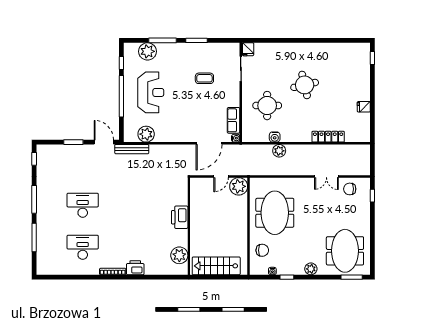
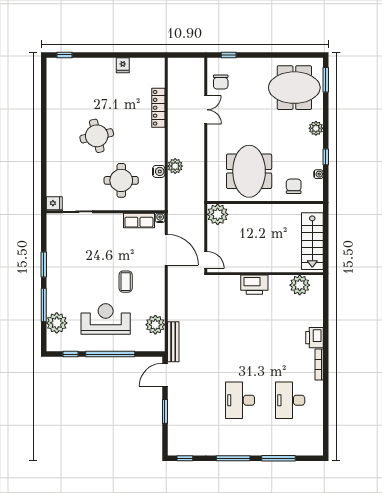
coffee table: (204, 78) -> (126, 282), moved
door: (221, 176) -> (206, 260), moved
meeting table: (275, 213) -> (249, 171), turned 90

